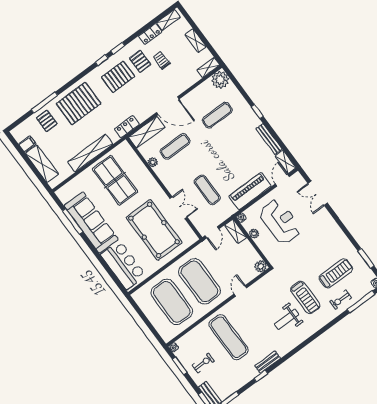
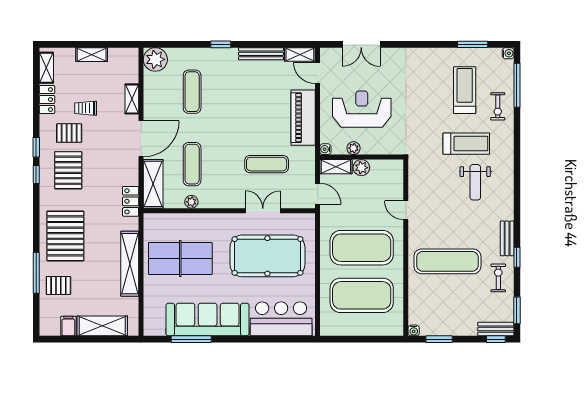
shelving: (208, 68) -> (132, 99), moved
plant: (261, 266) -> (361, 168), moved
exercise bike: (203, 363) -> (498, 278), moved

